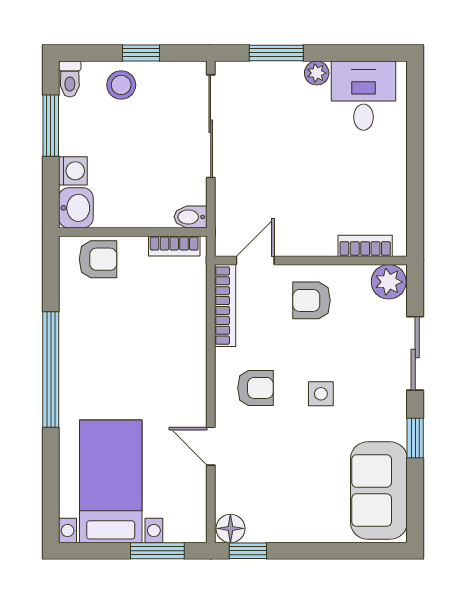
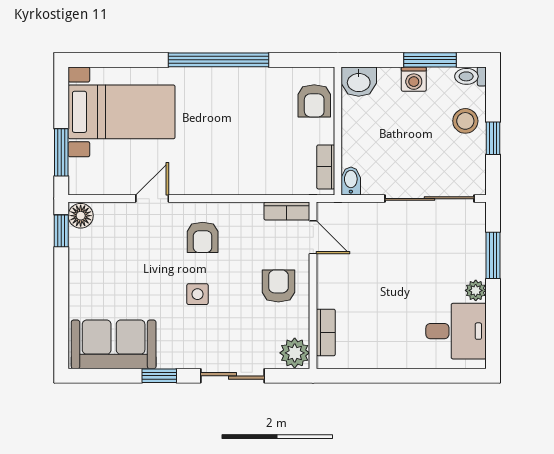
washing machine: (73, 171) -> (414, 79), moved
bookcase: (225, 306) -> (287, 211), width x0.64

